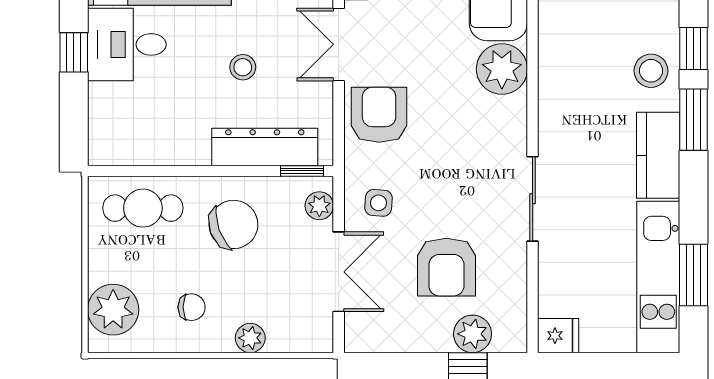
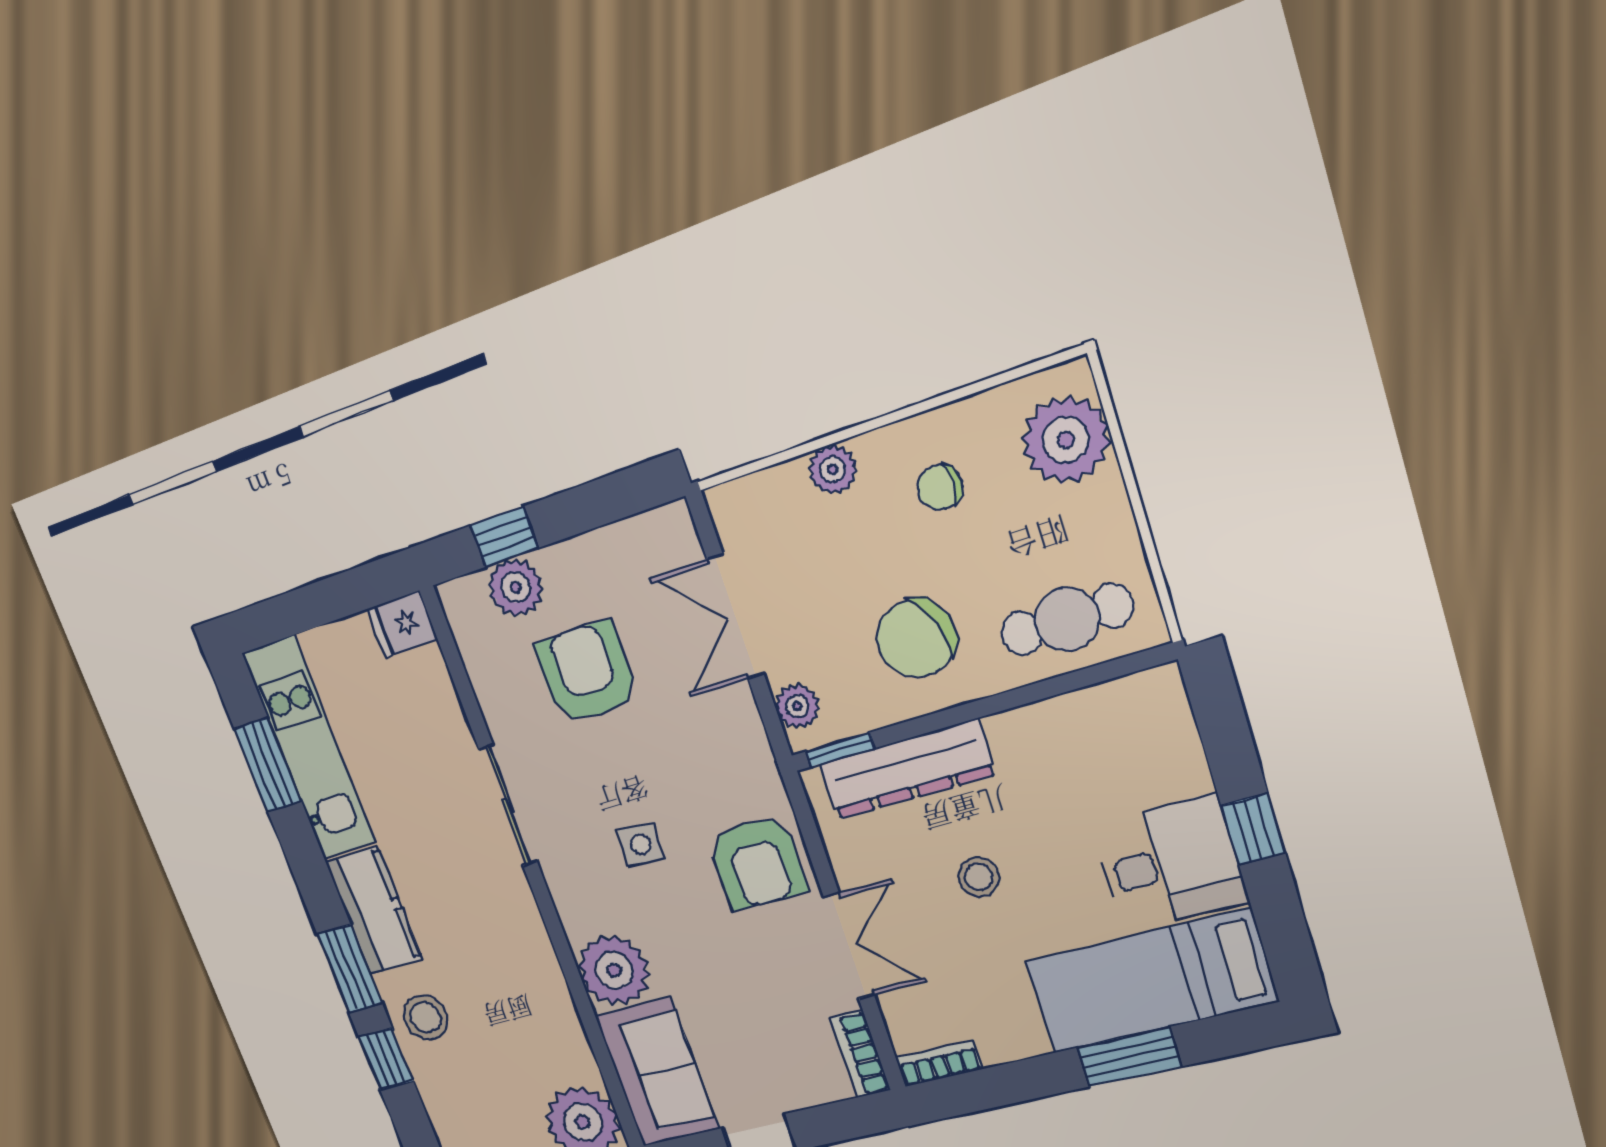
side table: (378, 203) -> (641, 845), moved

